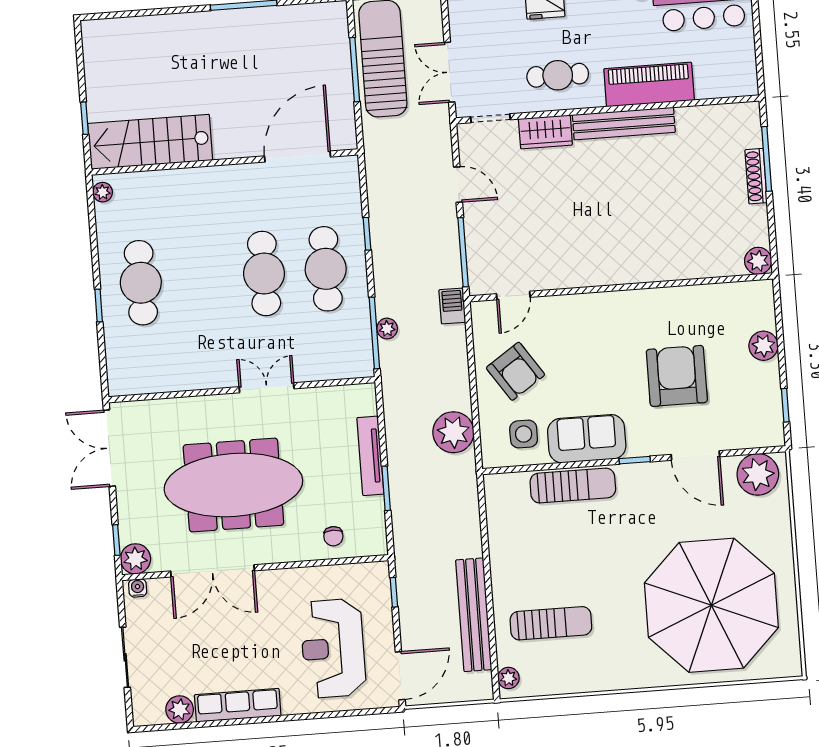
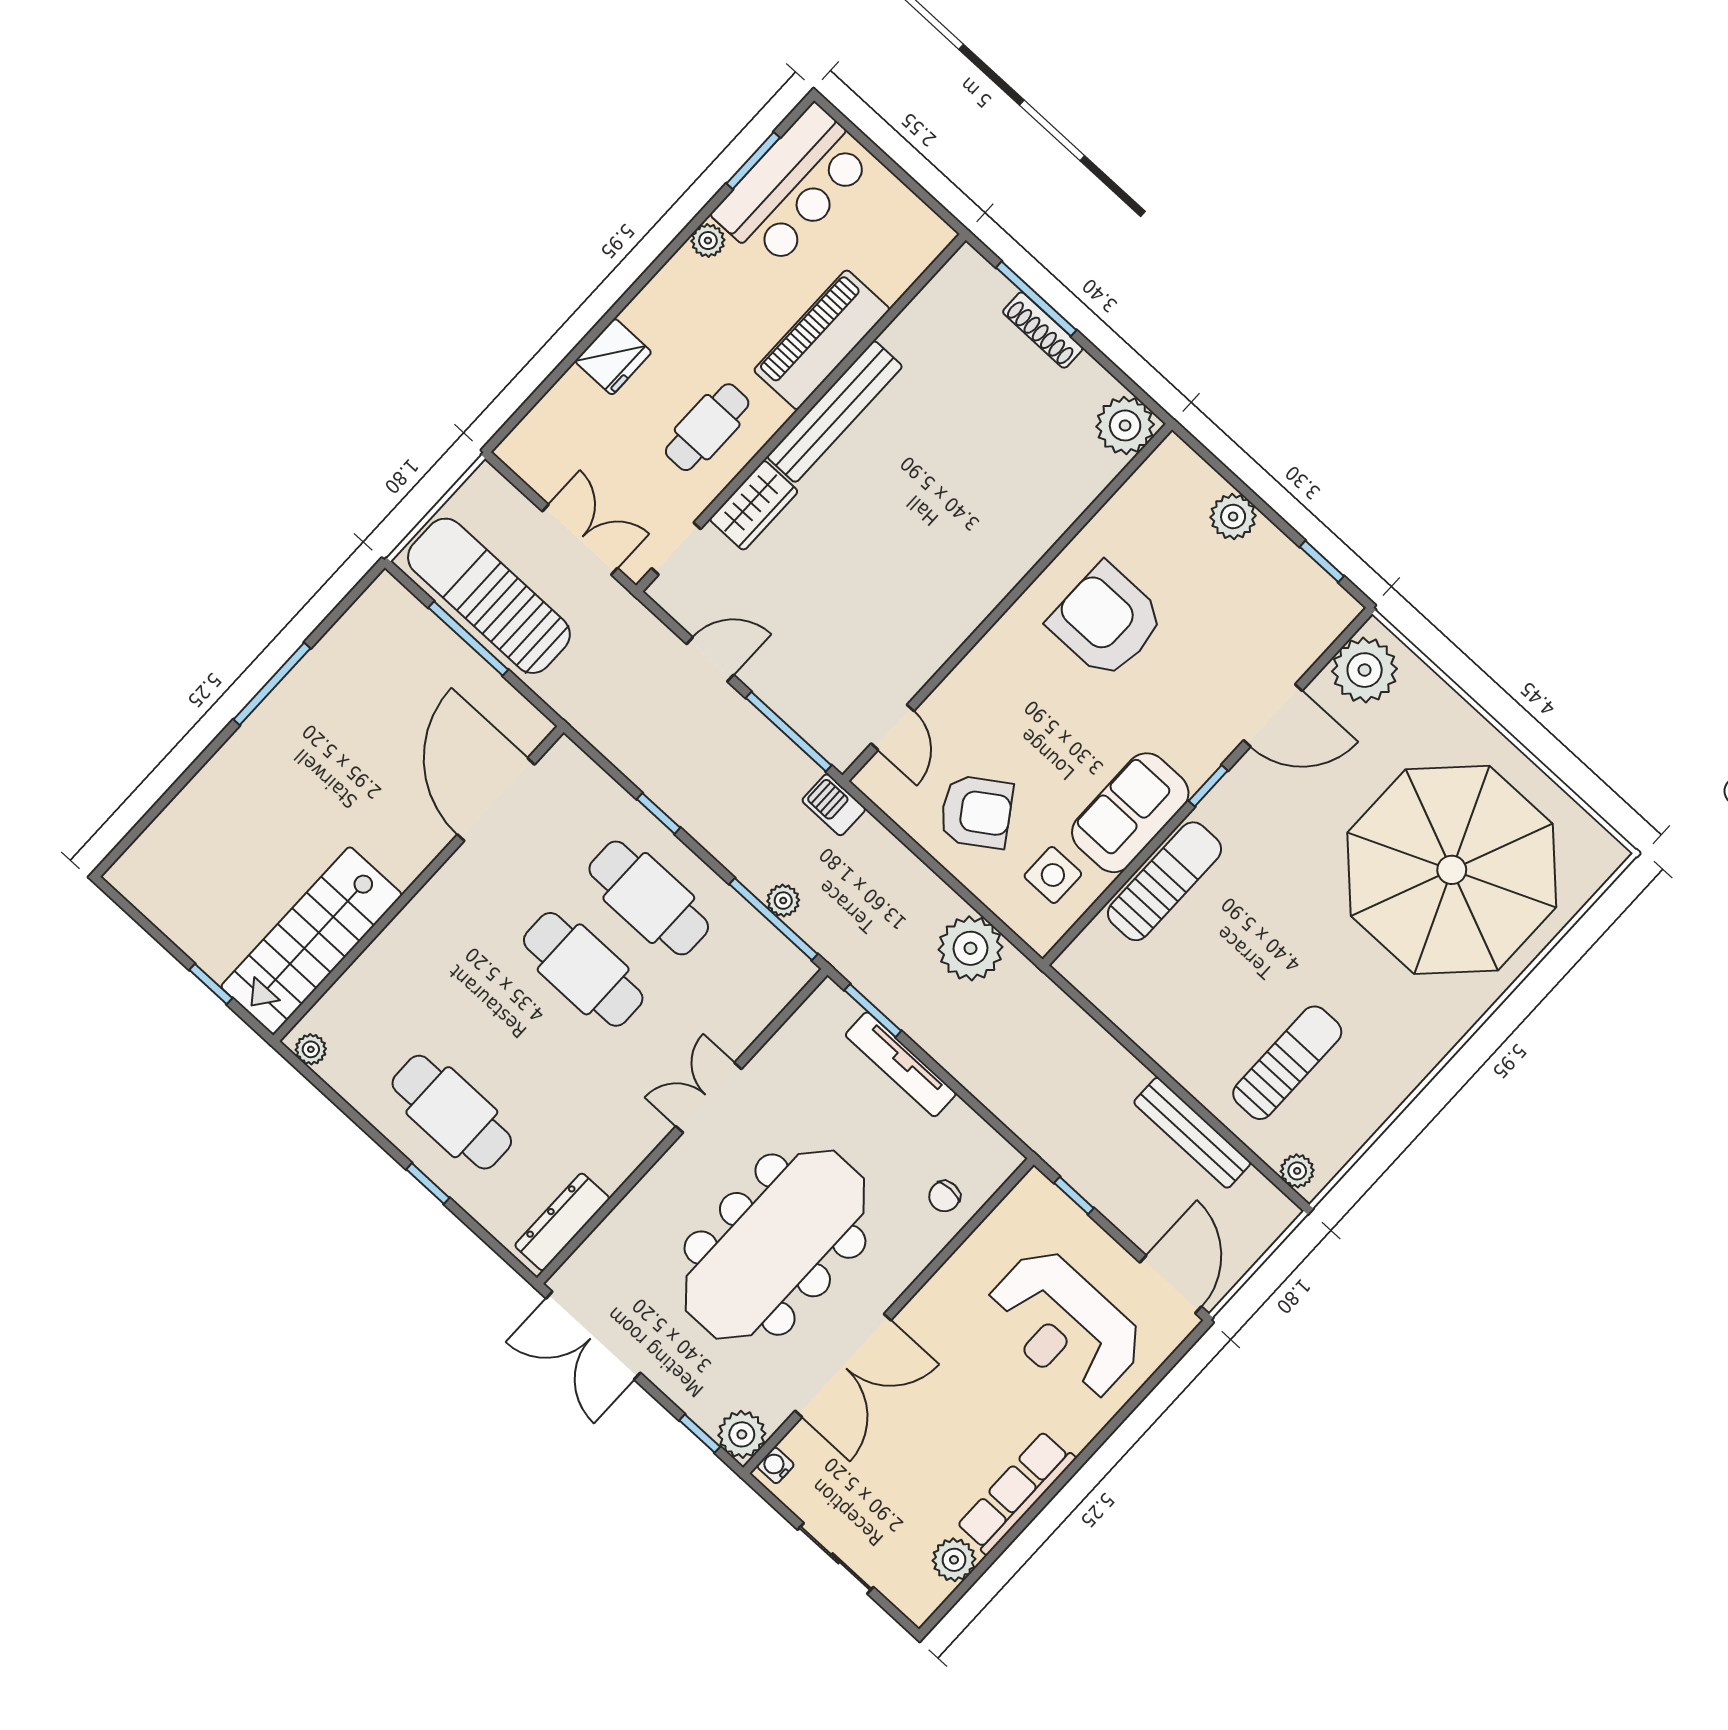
double door: (450, 72) -> (580, 540), swing flipped
plant: (758, 261) -> (1125, 425), width x1.36, depth x1.36
armchair: (677, 376) -> (1106, 621), moved
dresser: (144, 382) -> (562, 1222), added
window: (386, 488) -> (873, 1011), moved
chair: (333, 536) -> (944, 1196), turned 90
bench: (474, 615) -> (1192, 1133), width x0.73, depth x0.82

